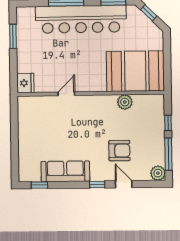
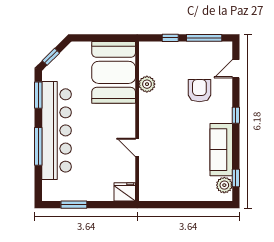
plant: (158, 173) -> (224, 185), moved
door: (124, 184) -> (236, 69), moved

